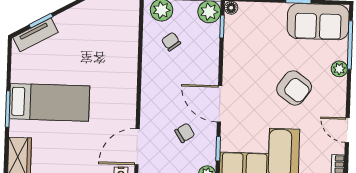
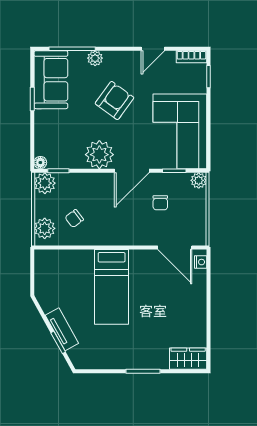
tv unit: (36, 35) -> (62, 329), moved
plant: (238, 70) -> (99, 155), added
bed: (49, 102) -> (112, 287), moved, turned 180
chair: (185, 133) -> (160, 203), turned -147

